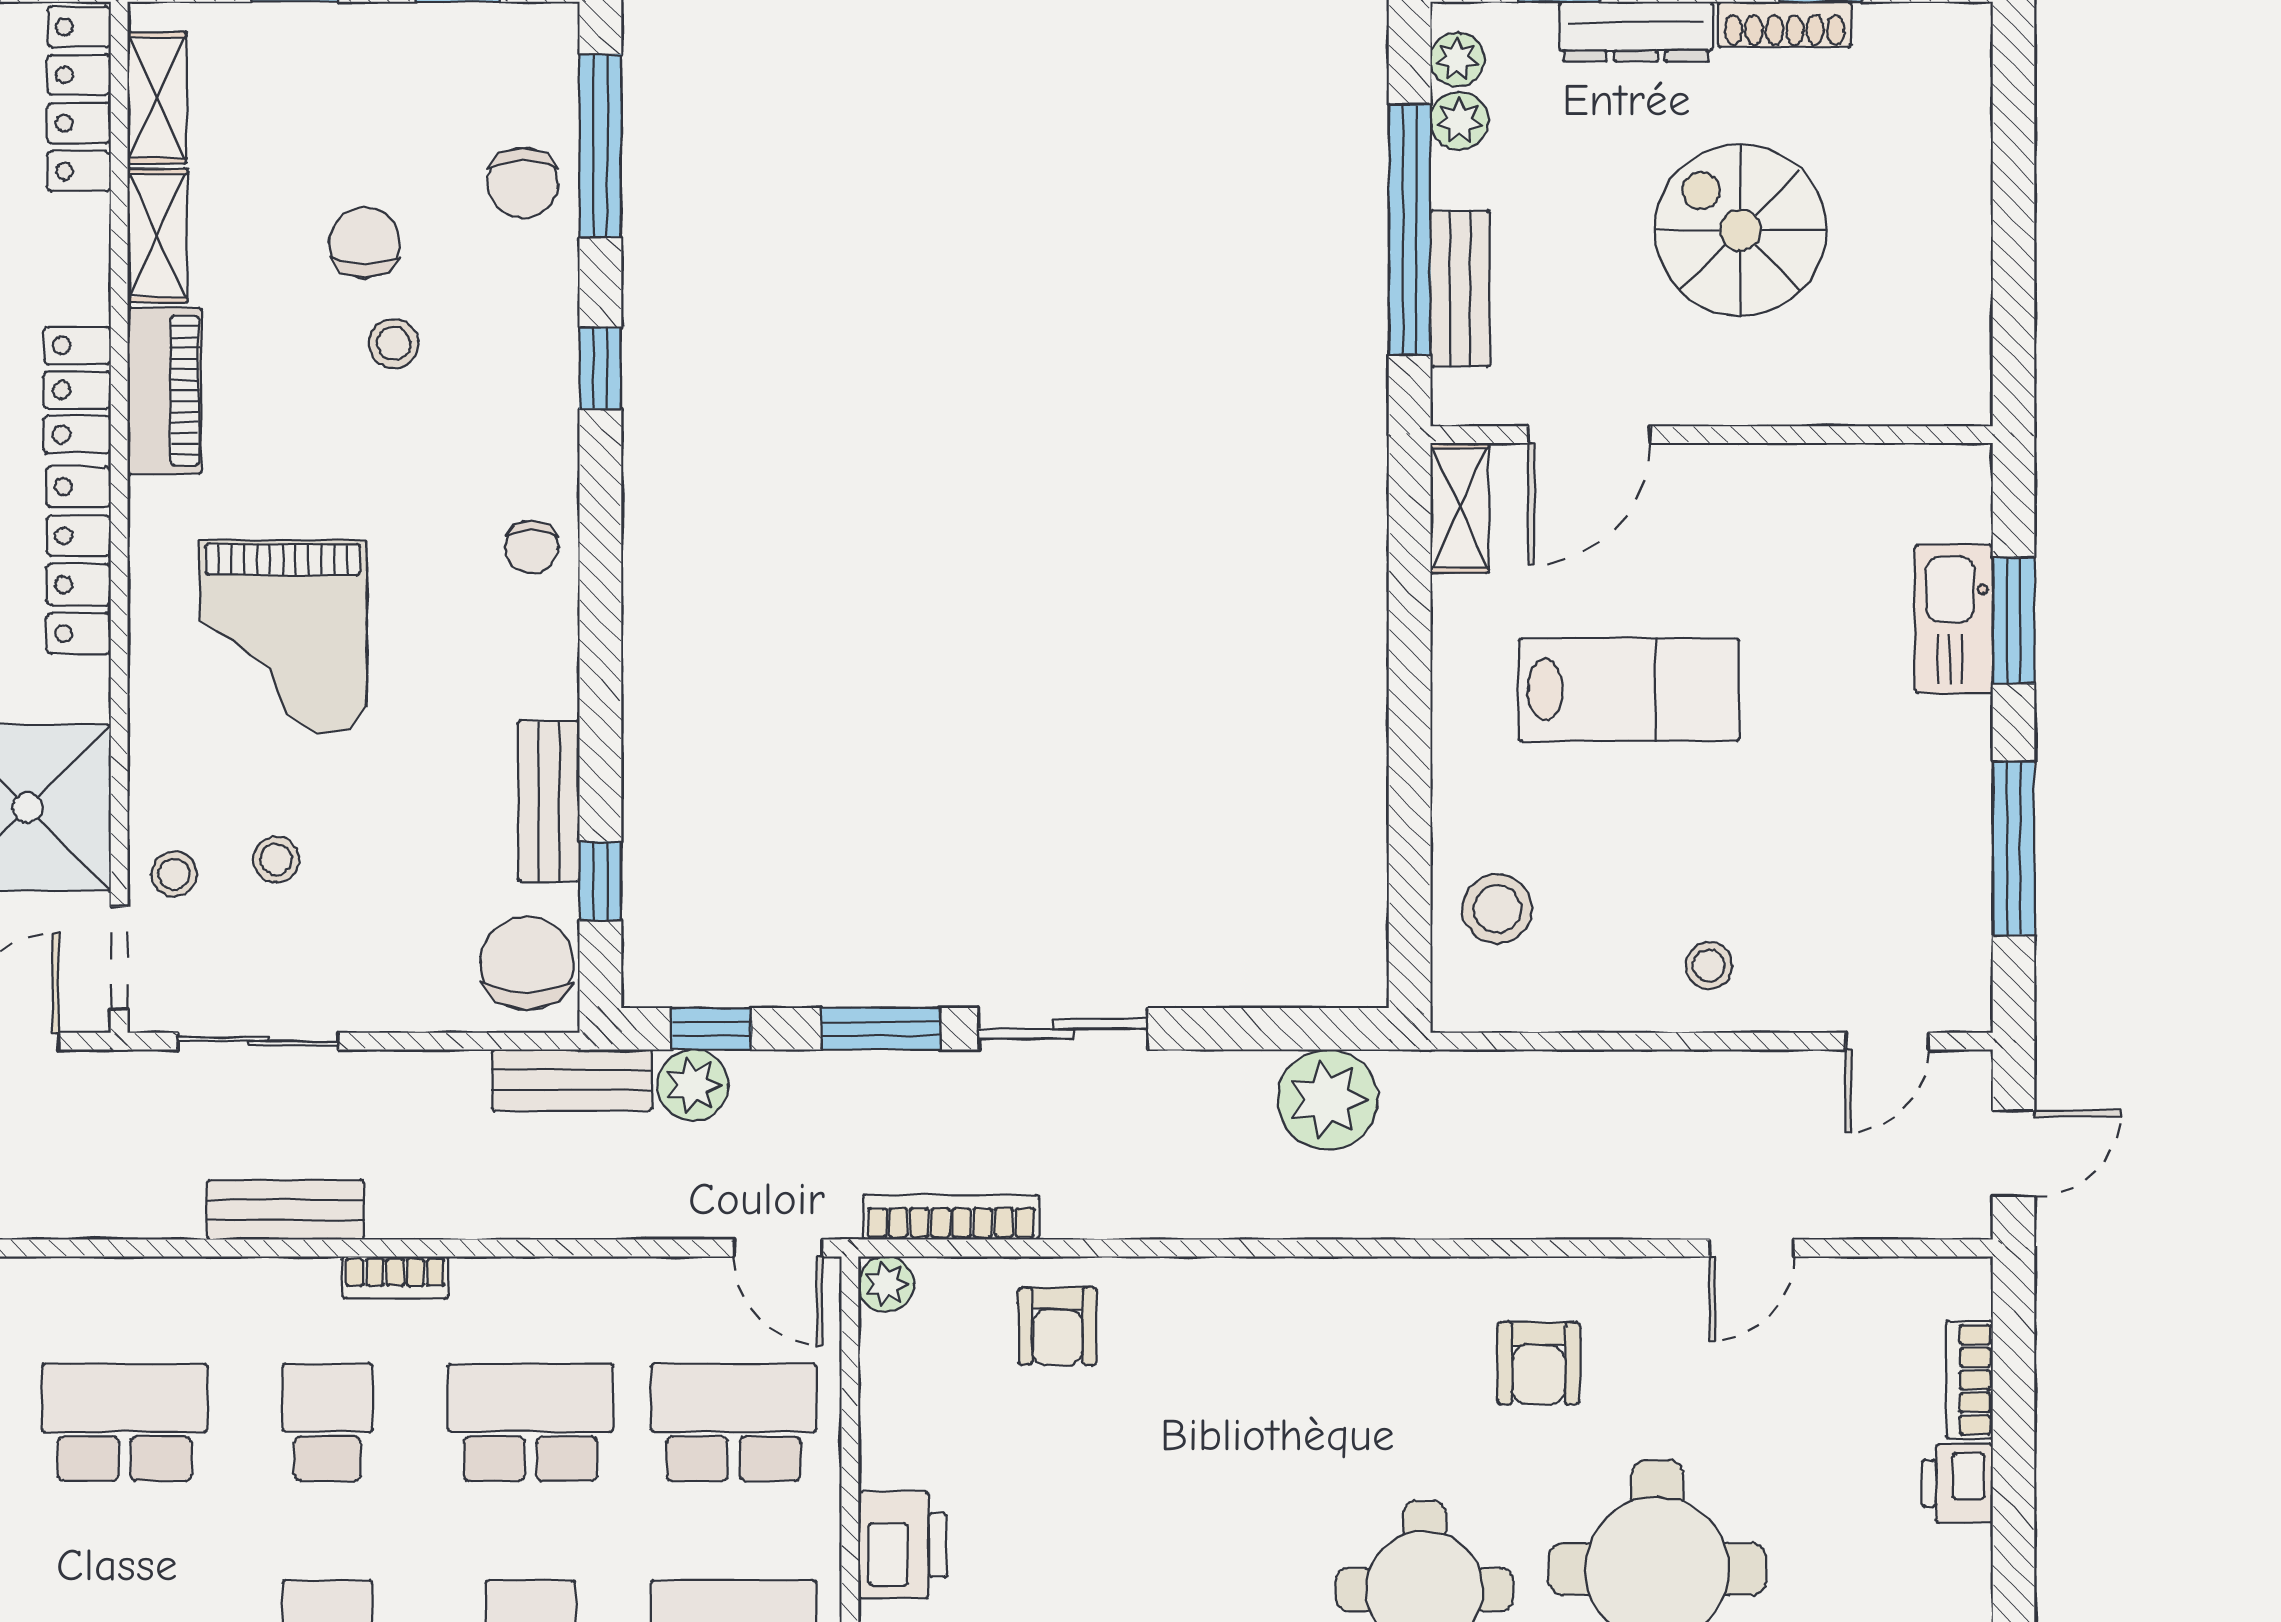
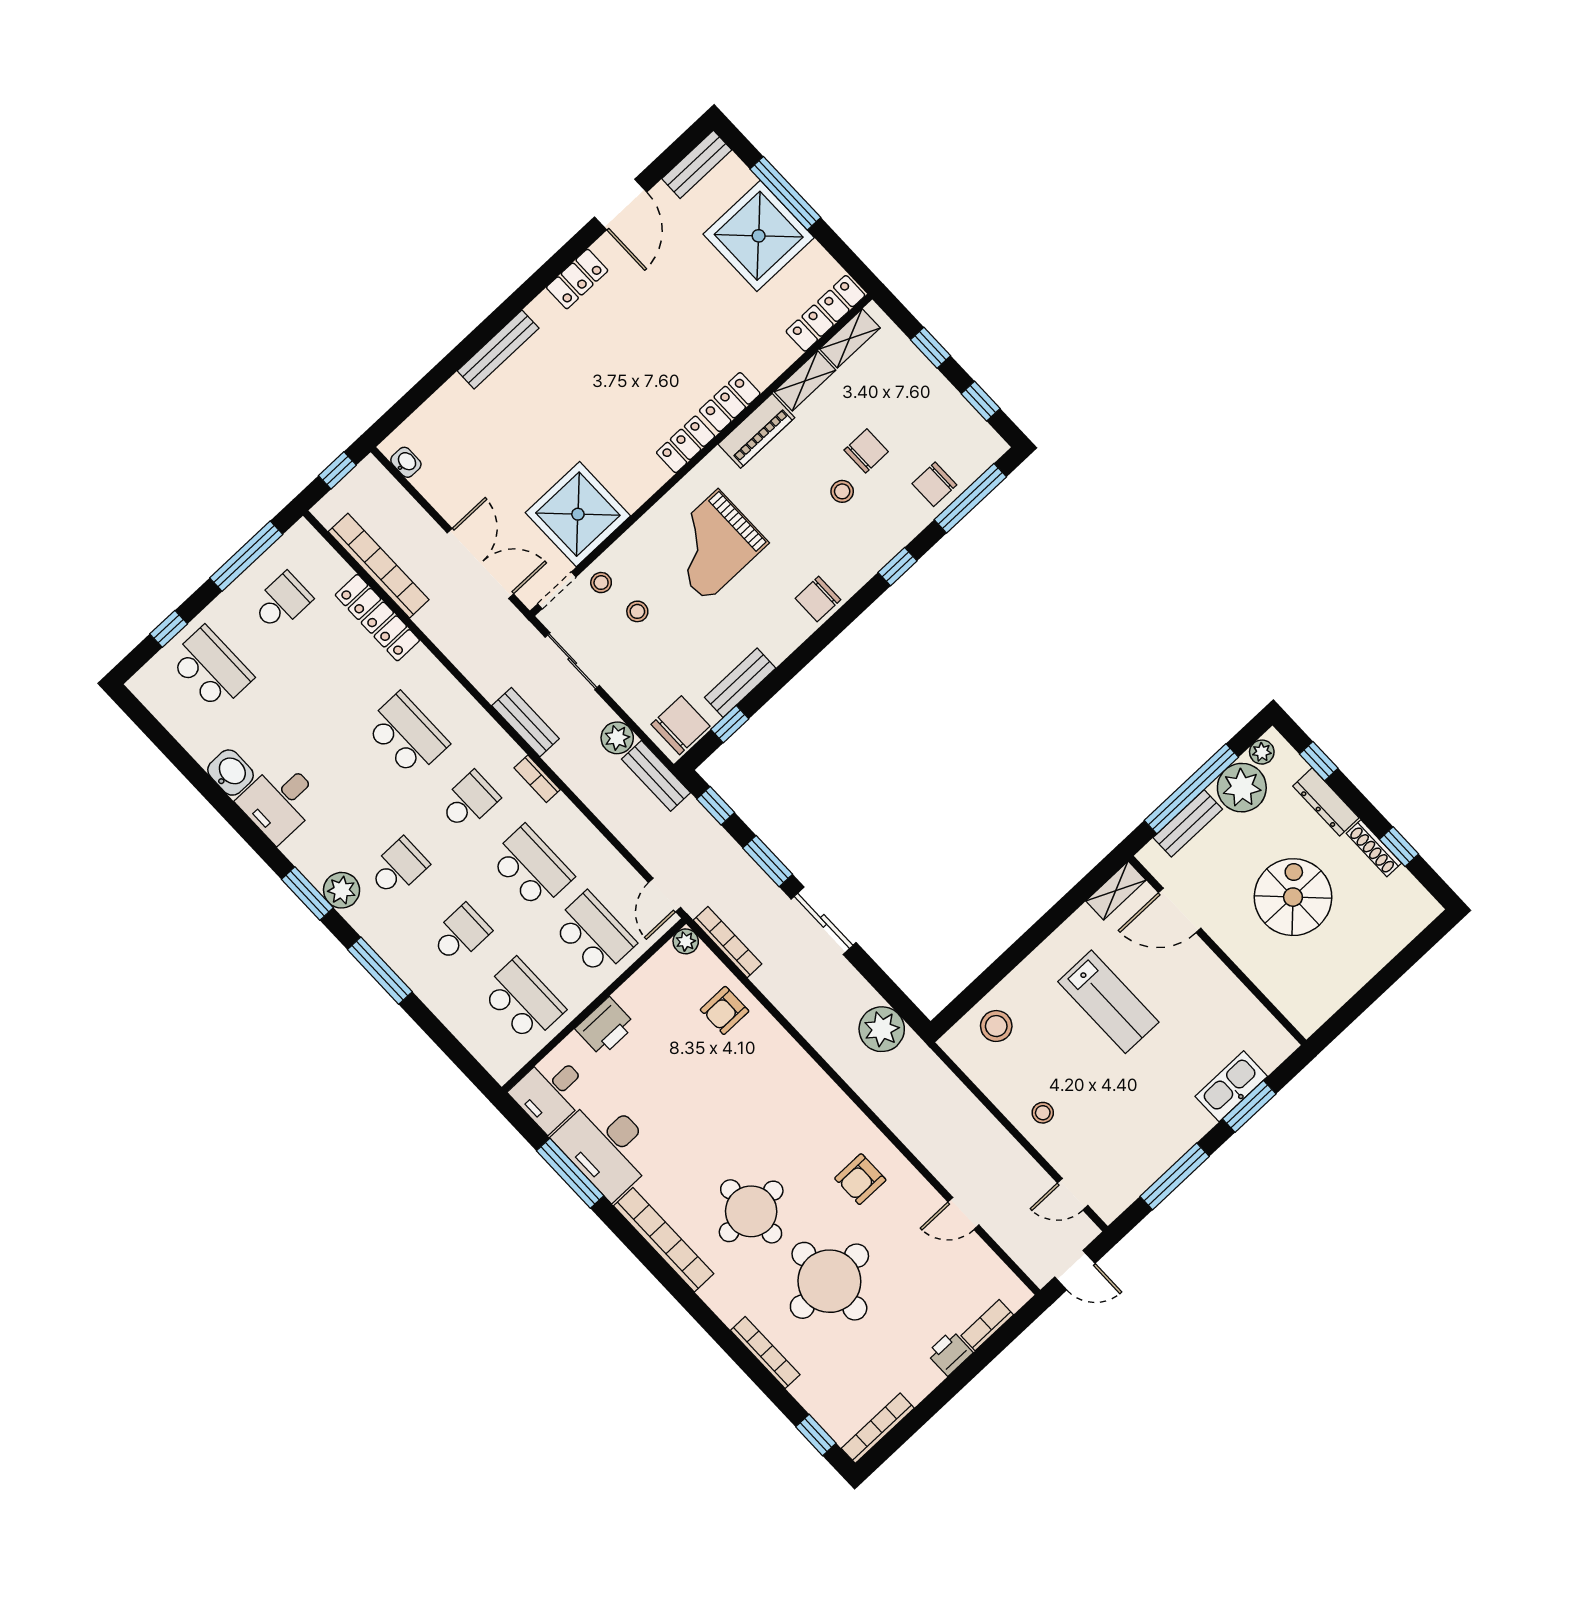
plant: (1459, 121) -> (1242, 788), width x1.87, depth x1.87
chair: (532, 547) -> (818, 599), width x1.37, depth x1.37
locker: (79, 560) -> (686, 444), width x0.66
plant: (693, 1085) -> (617, 738), moved

